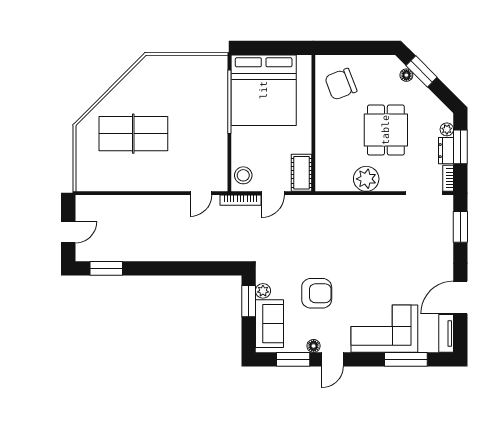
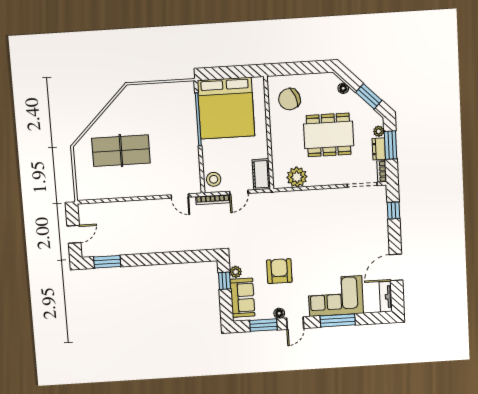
window: (422, 71) -> (369, 96), moved
dining table: (386, 130) -> (329, 135), width x1.37
plant: (366, 179) -> (297, 177), moved
door: (201, 193) -> (180, 196), hinge flipped
window: (460, 227) -> (393, 211), width x0.67
armchair: (317, 293) -> (279, 271), turned -90
window: (249, 301) -> (225, 281), width x0.67
window: (406, 359) -> (338, 320), moved

